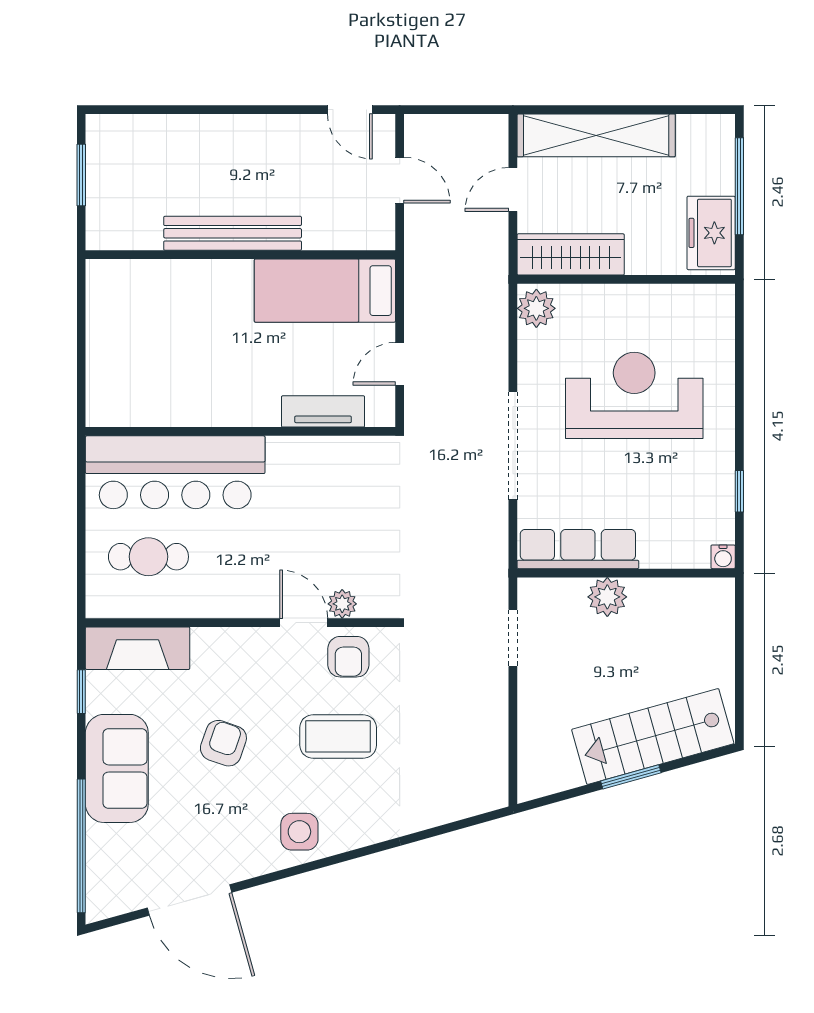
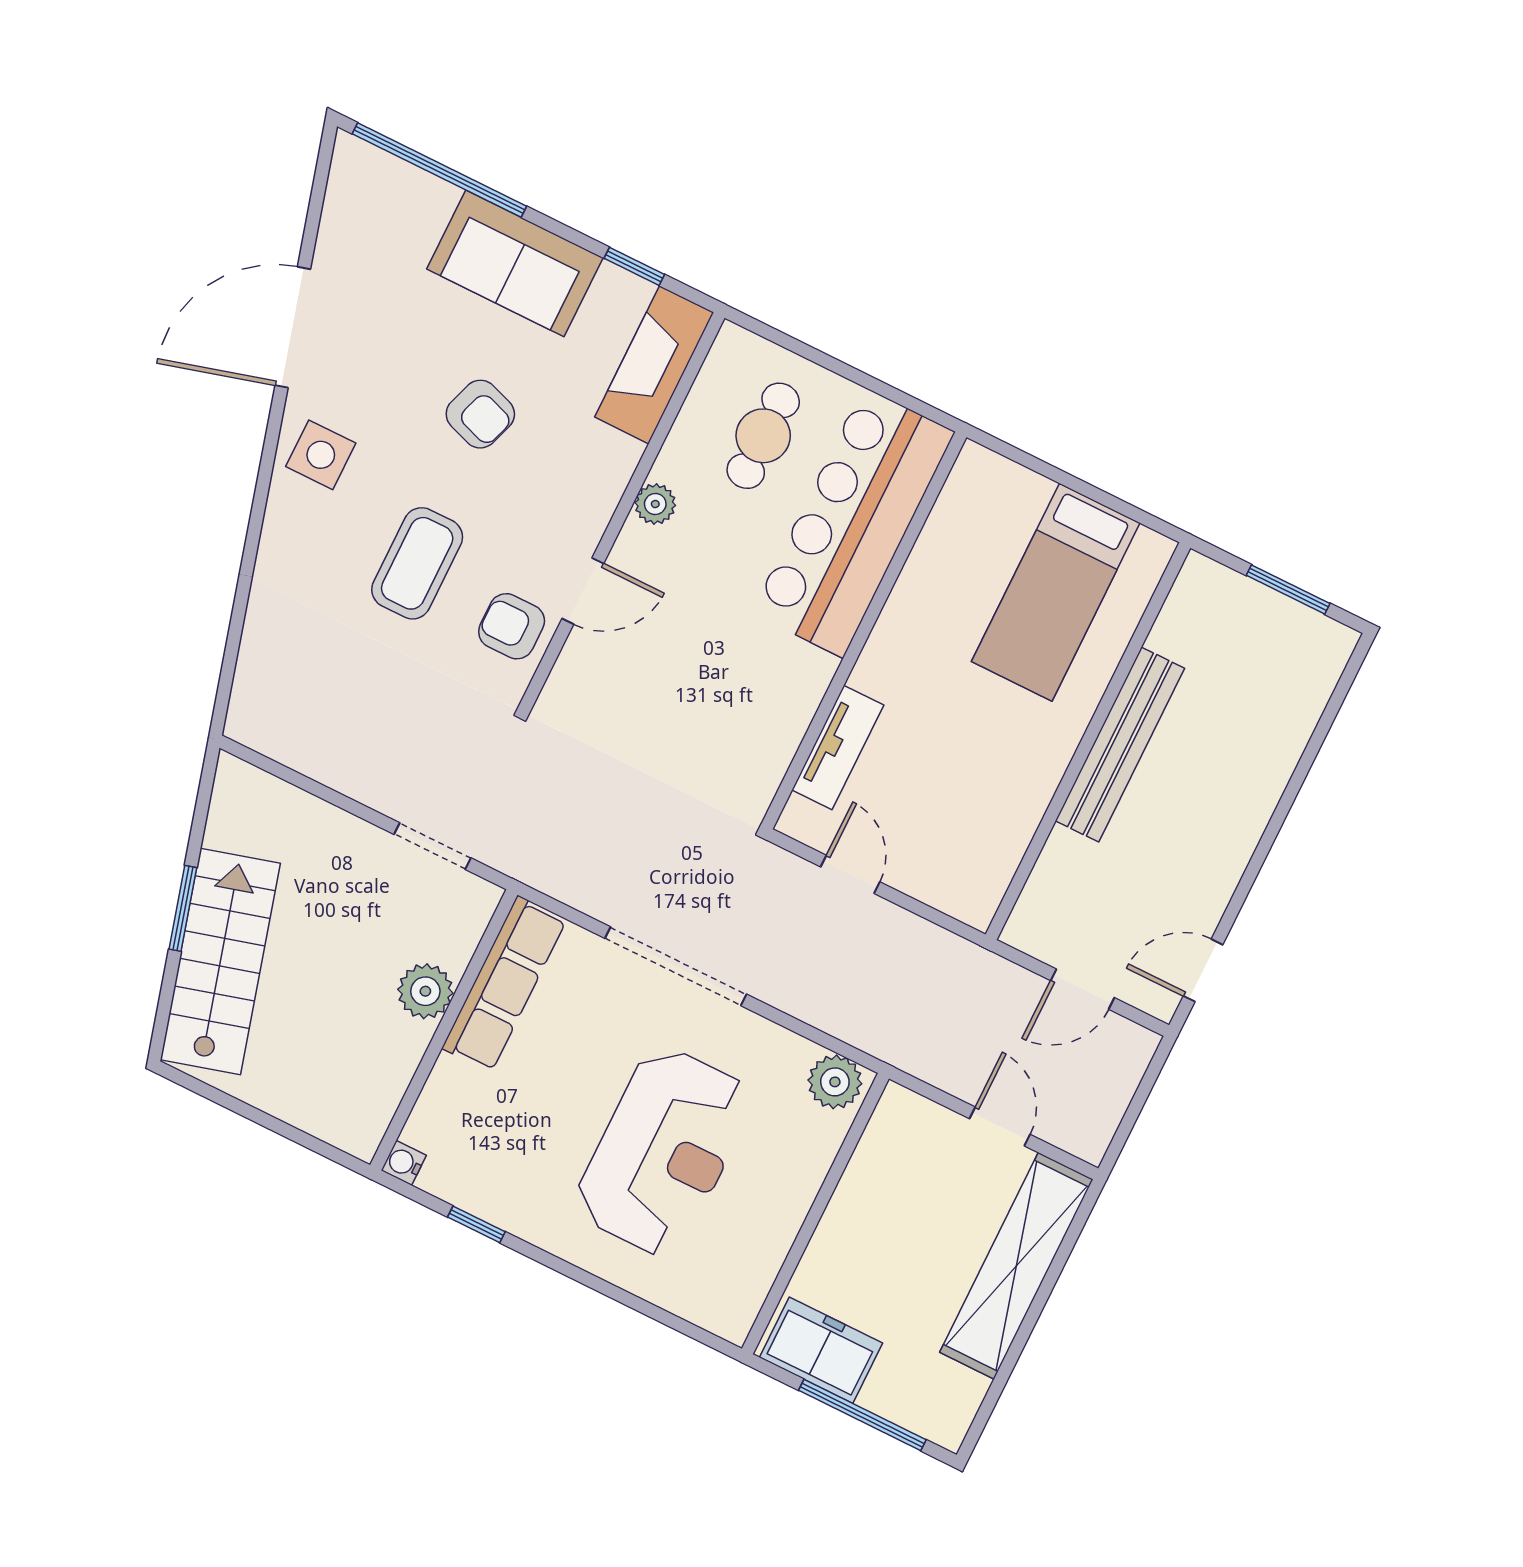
wardrobe: (571, 254) -> (882, 1159), removed
bed: (325, 291) -> (1056, 592), moved, turned 180
plant: (342, 604) -> (655, 504), moved
door: (190, 900) -> (293, 327), moved

